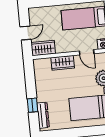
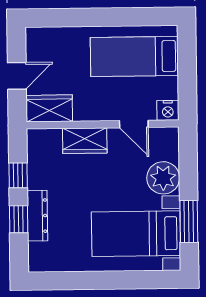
window: (30, 83) -> (18, 175), added
dresser: (43, 115) -> (37, 216), moved

